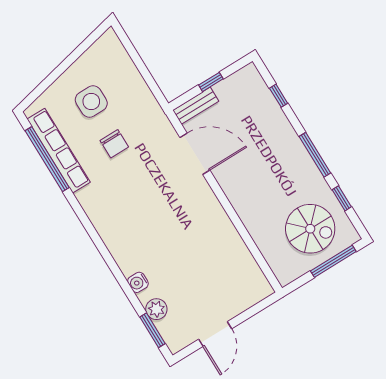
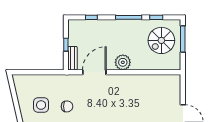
plant: (238, 189) -> (123, 62), added
spiral stairs: (310, 229) -> (161, 40), turned 180

